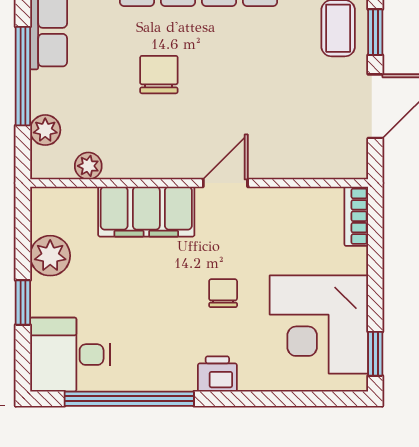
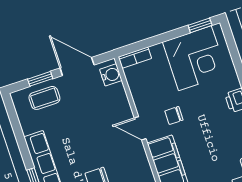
water cooler: (340, 162) -> (111, 75), added
chair: (223, 293) -> (174, 116), moved

